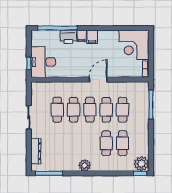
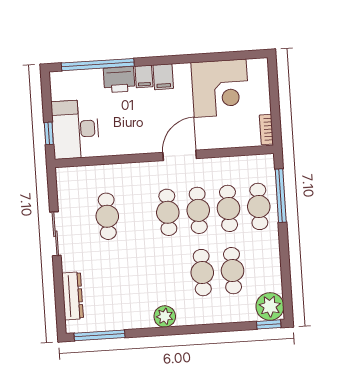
corner desk: (134, 45) -> (220, 88), moved, turned -90
cafe table: (74, 110) -> (259, 206), moved

